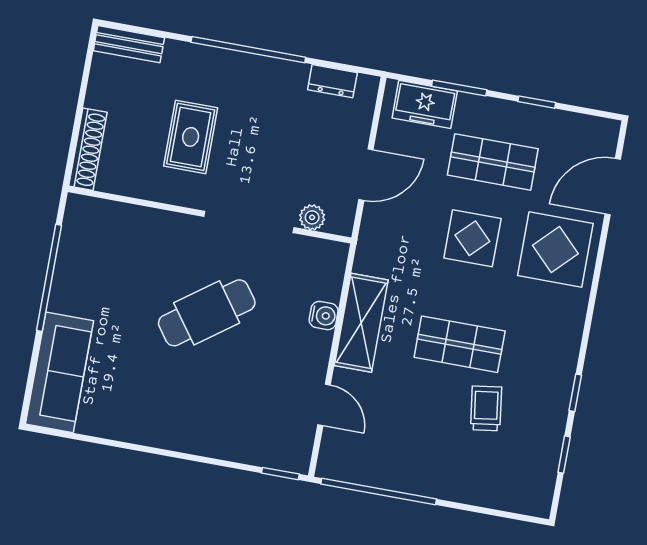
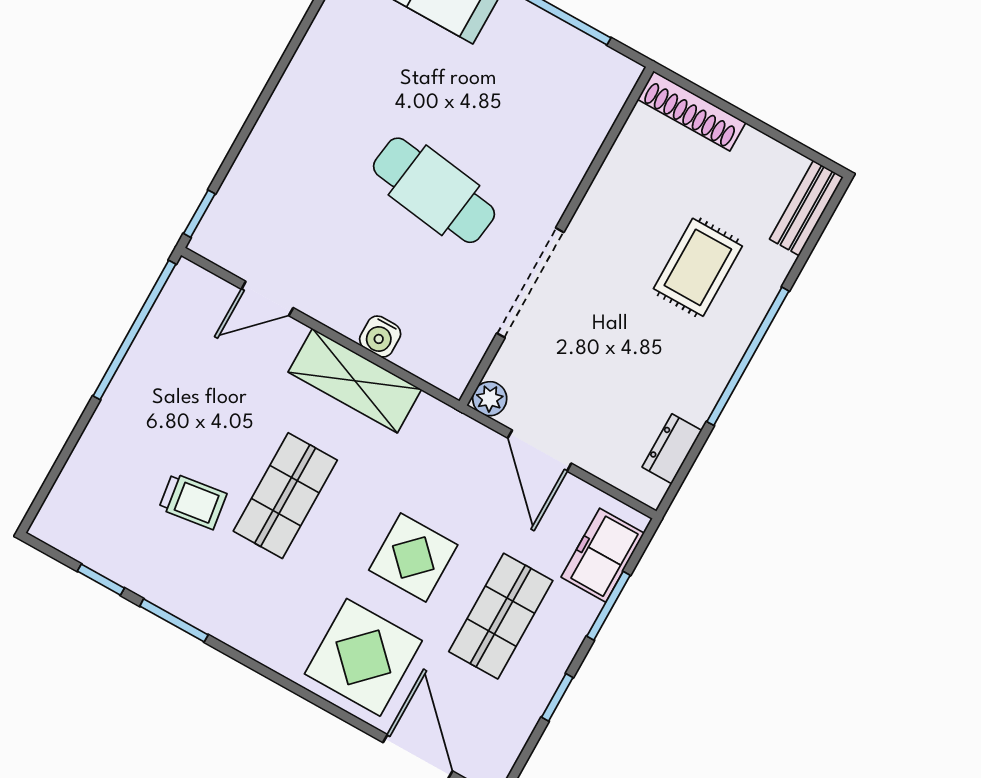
rug: (191, 137) -> (698, 267), moved, turned 90
plant: (312, 217) -> (490, 399), moved
cafe table: (207, 313) -> (434, 190), turned -46
window: (575, 393) -> (174, 620), width x1.50

